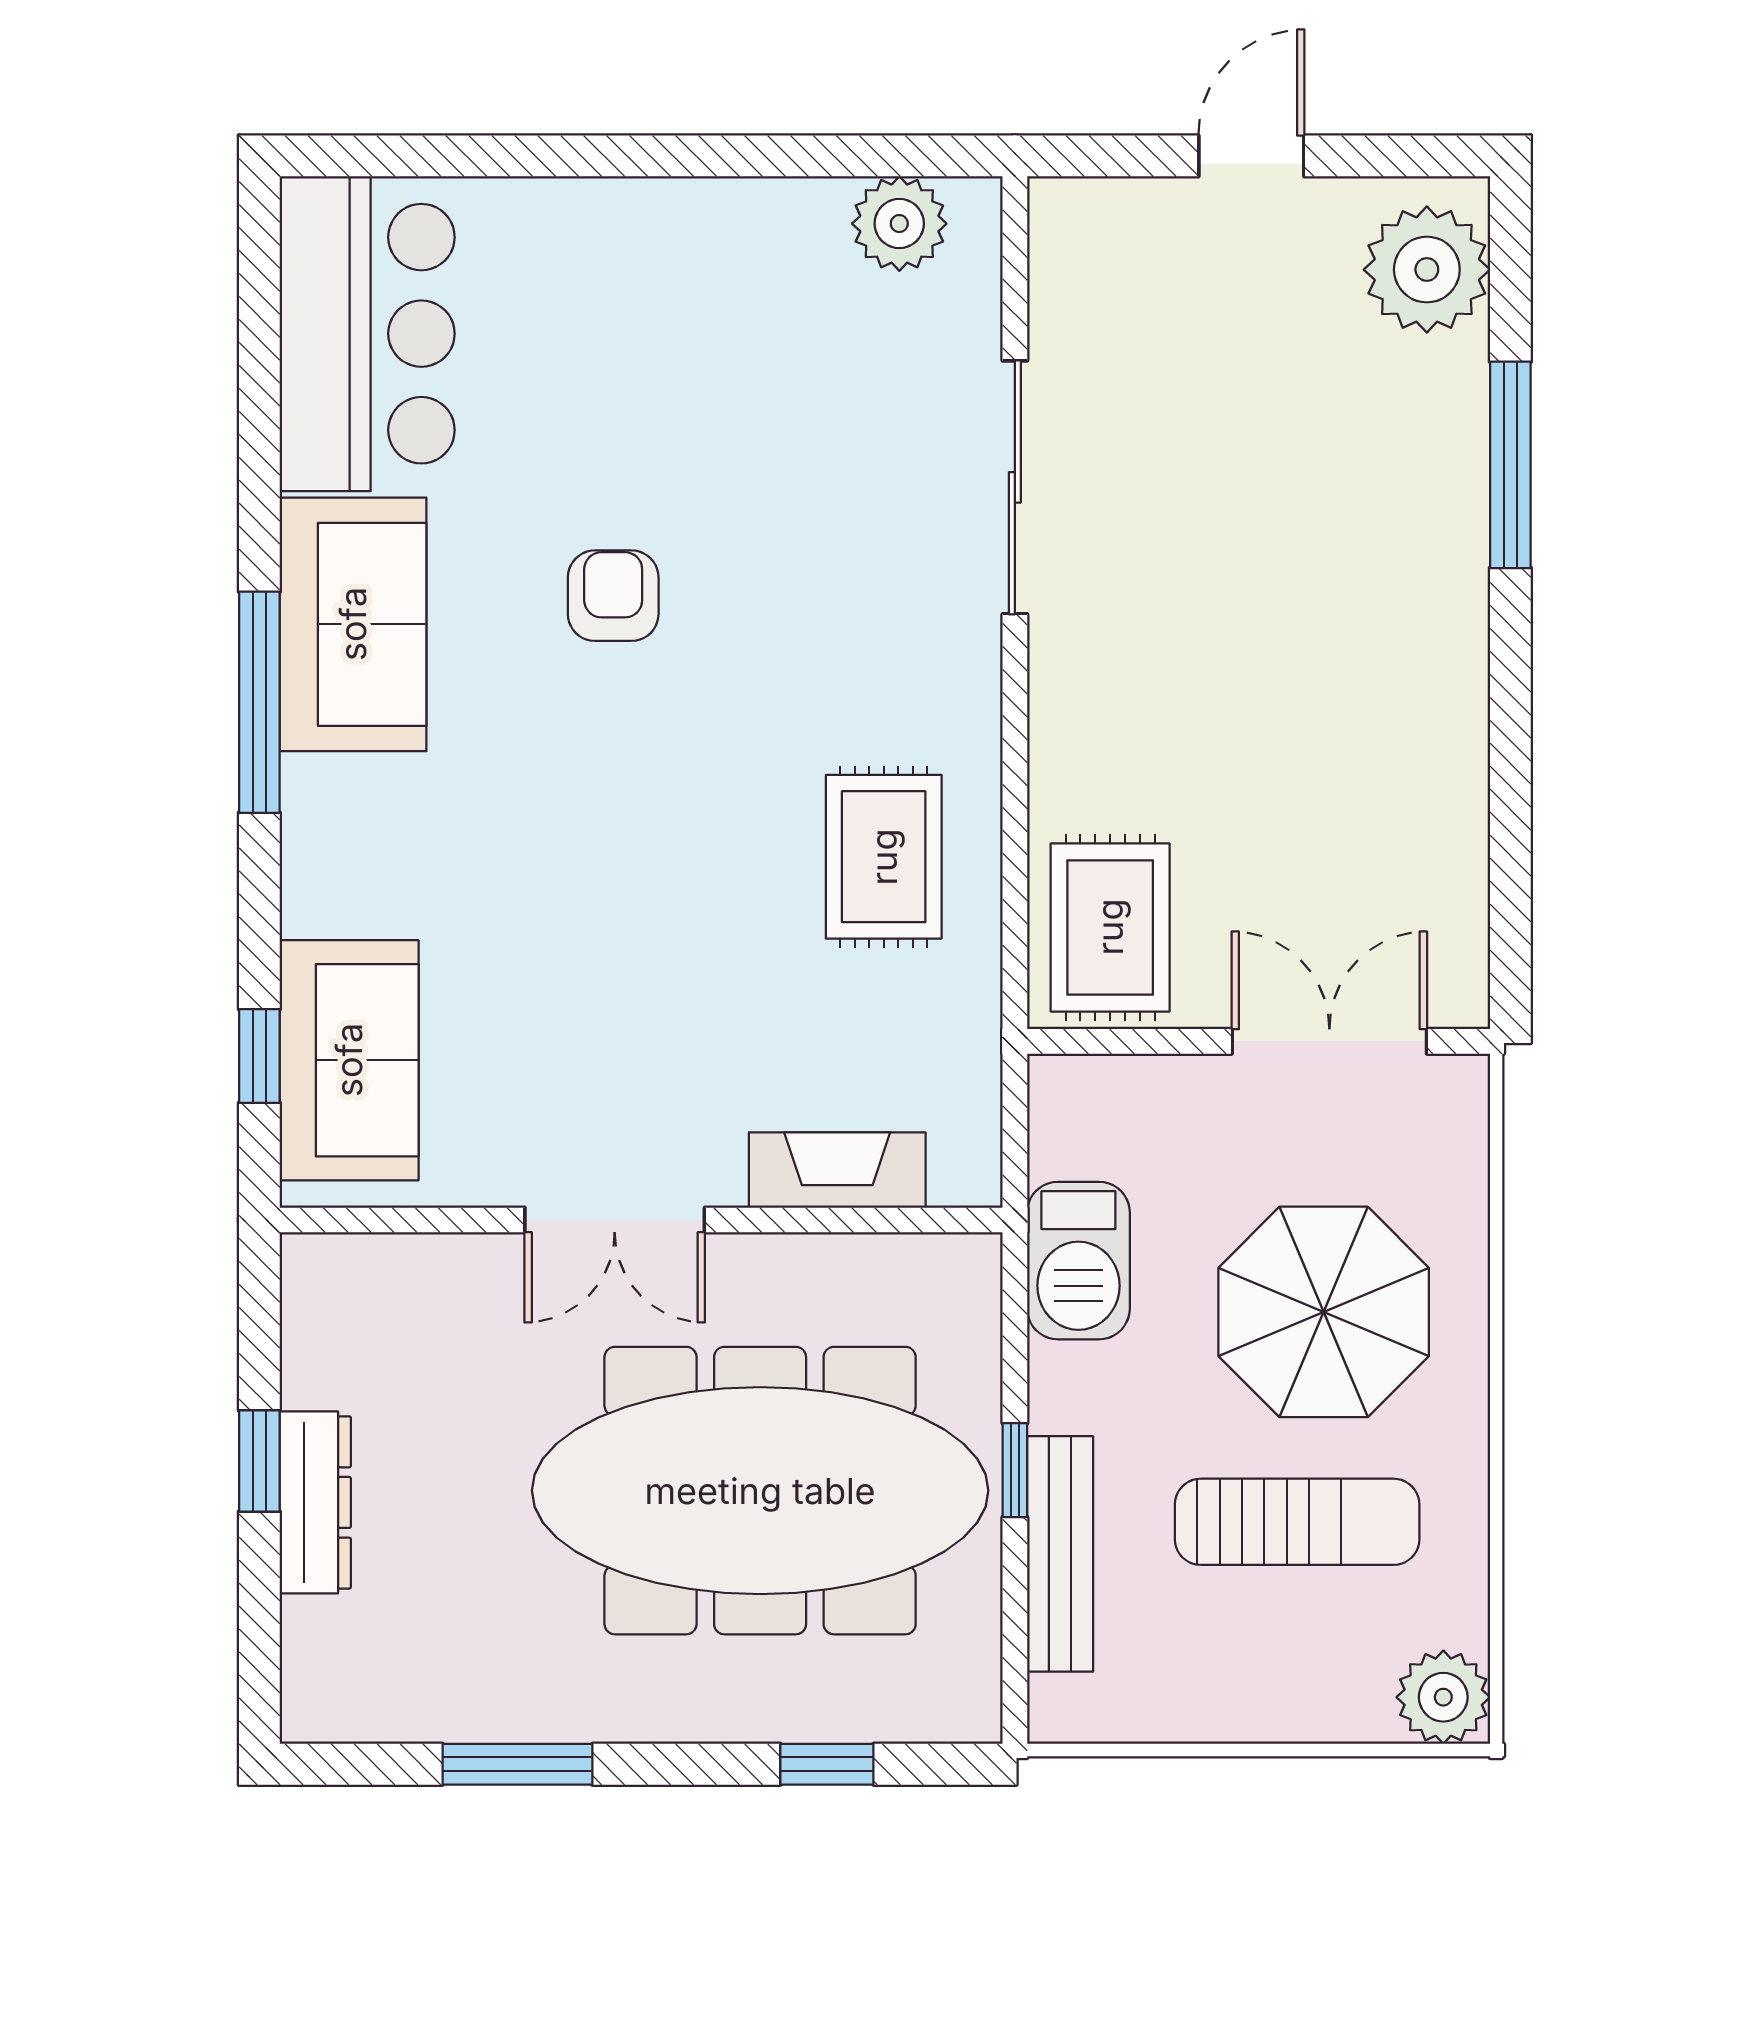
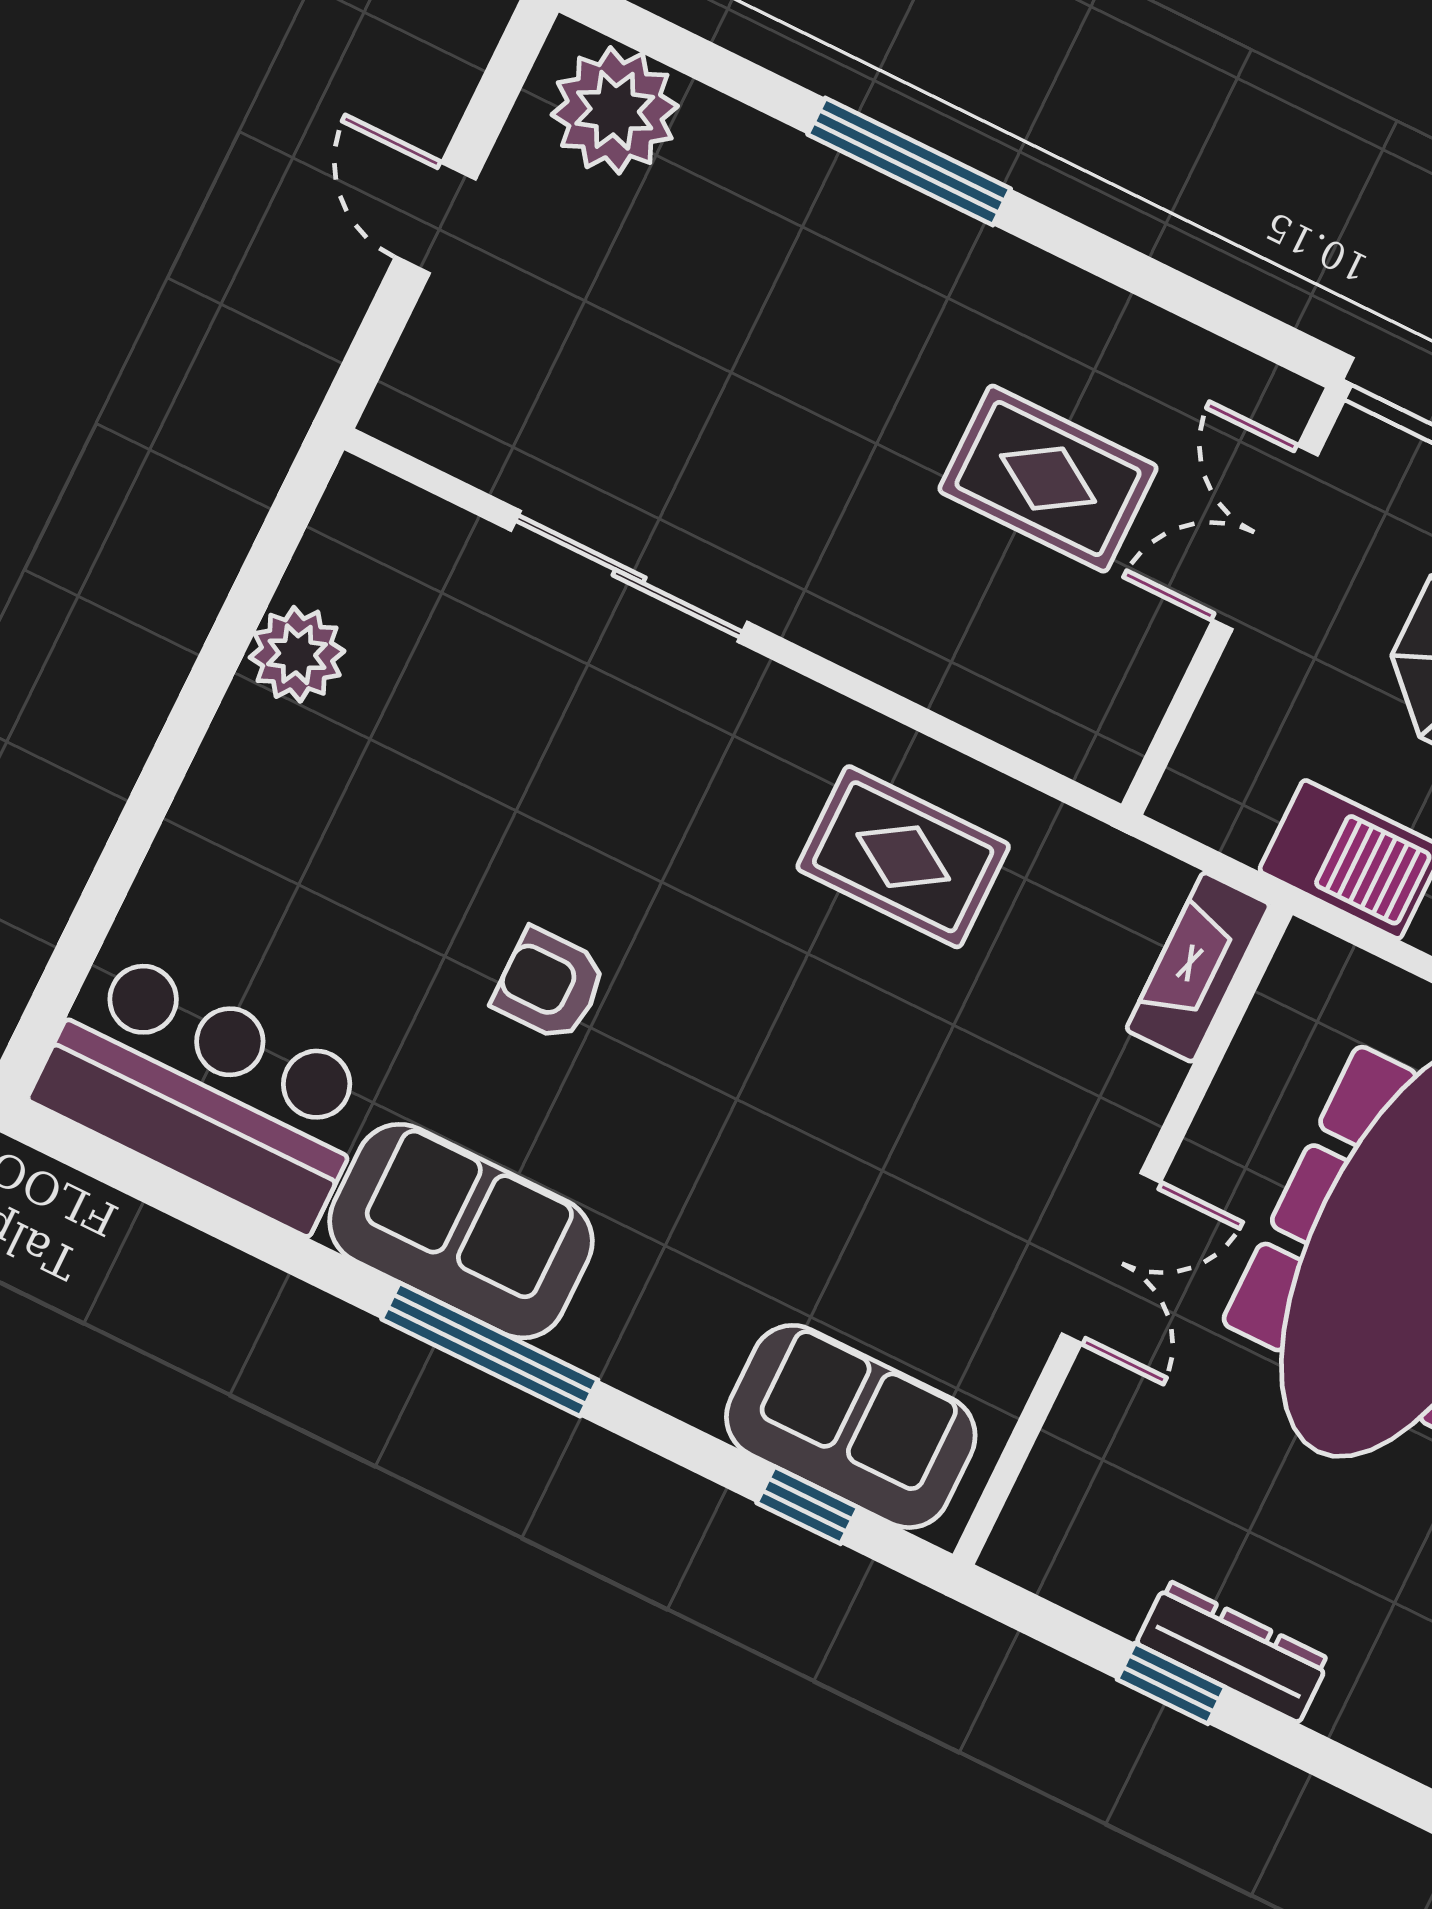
plant: (899, 224) -> (297, 654), moved
window: (1510, 465) -> (909, 162), moved
rug: (1110, 927) -> (1048, 479), moved
fireplace: (837, 1170) -> (1198, 967), moved

